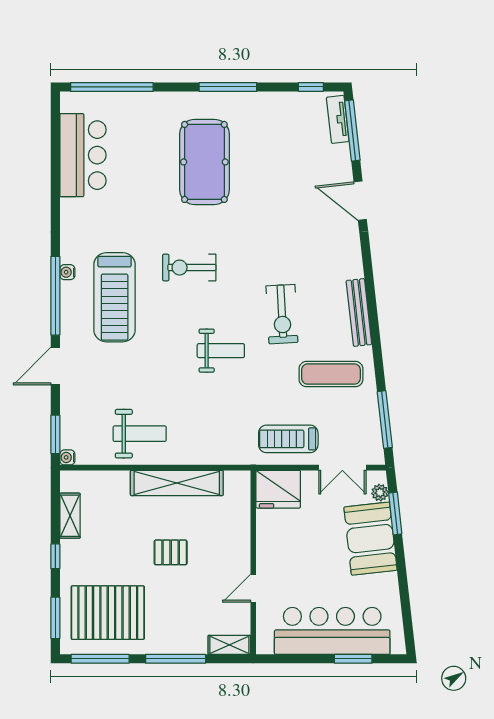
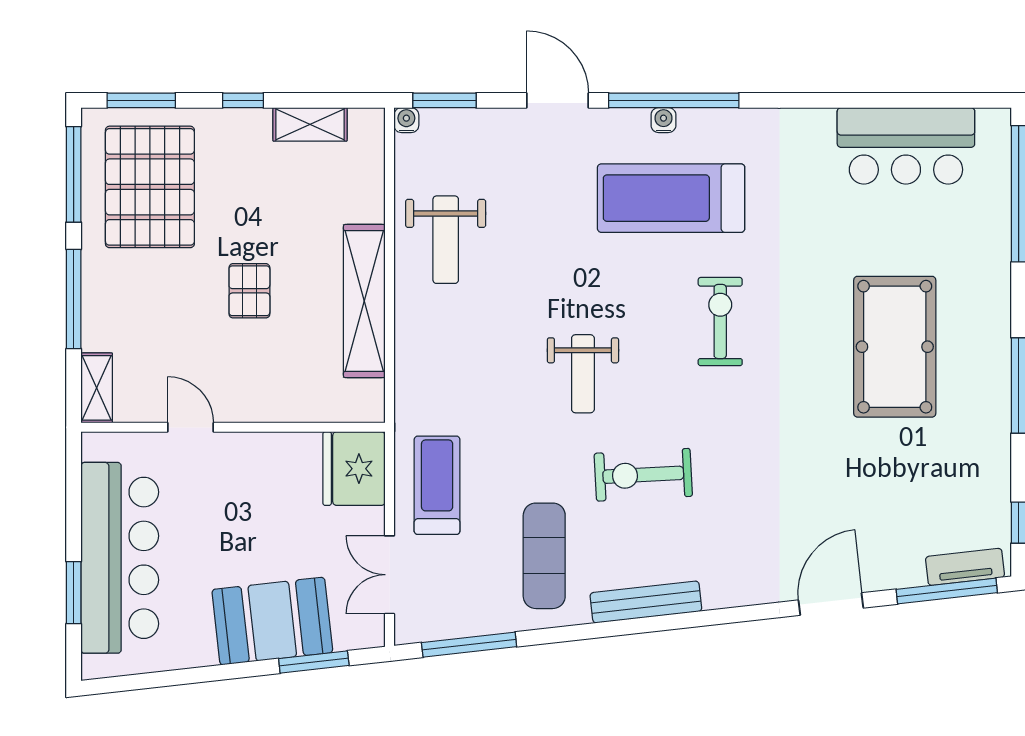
pool table: (204, 162) -> (895, 347), turned 90
water cooler: (67, 272) -> (663, 120), moved
plant: (380, 493) -> (348, 637), removed

